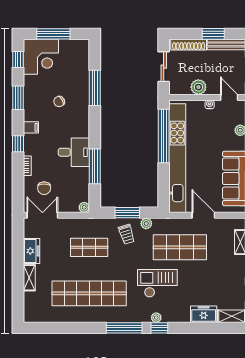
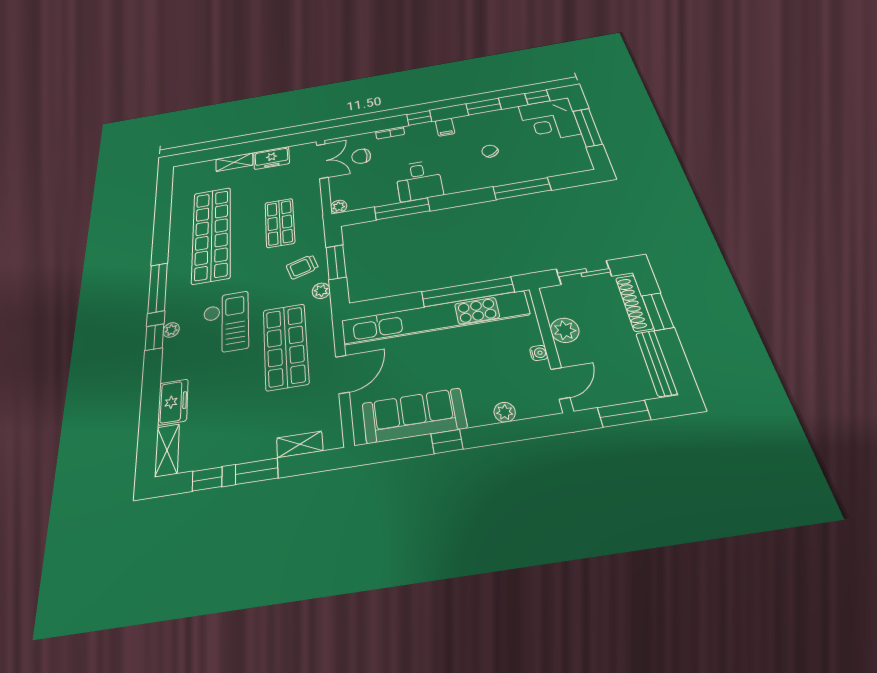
window: (213, 34) -> (658, 312), moved

